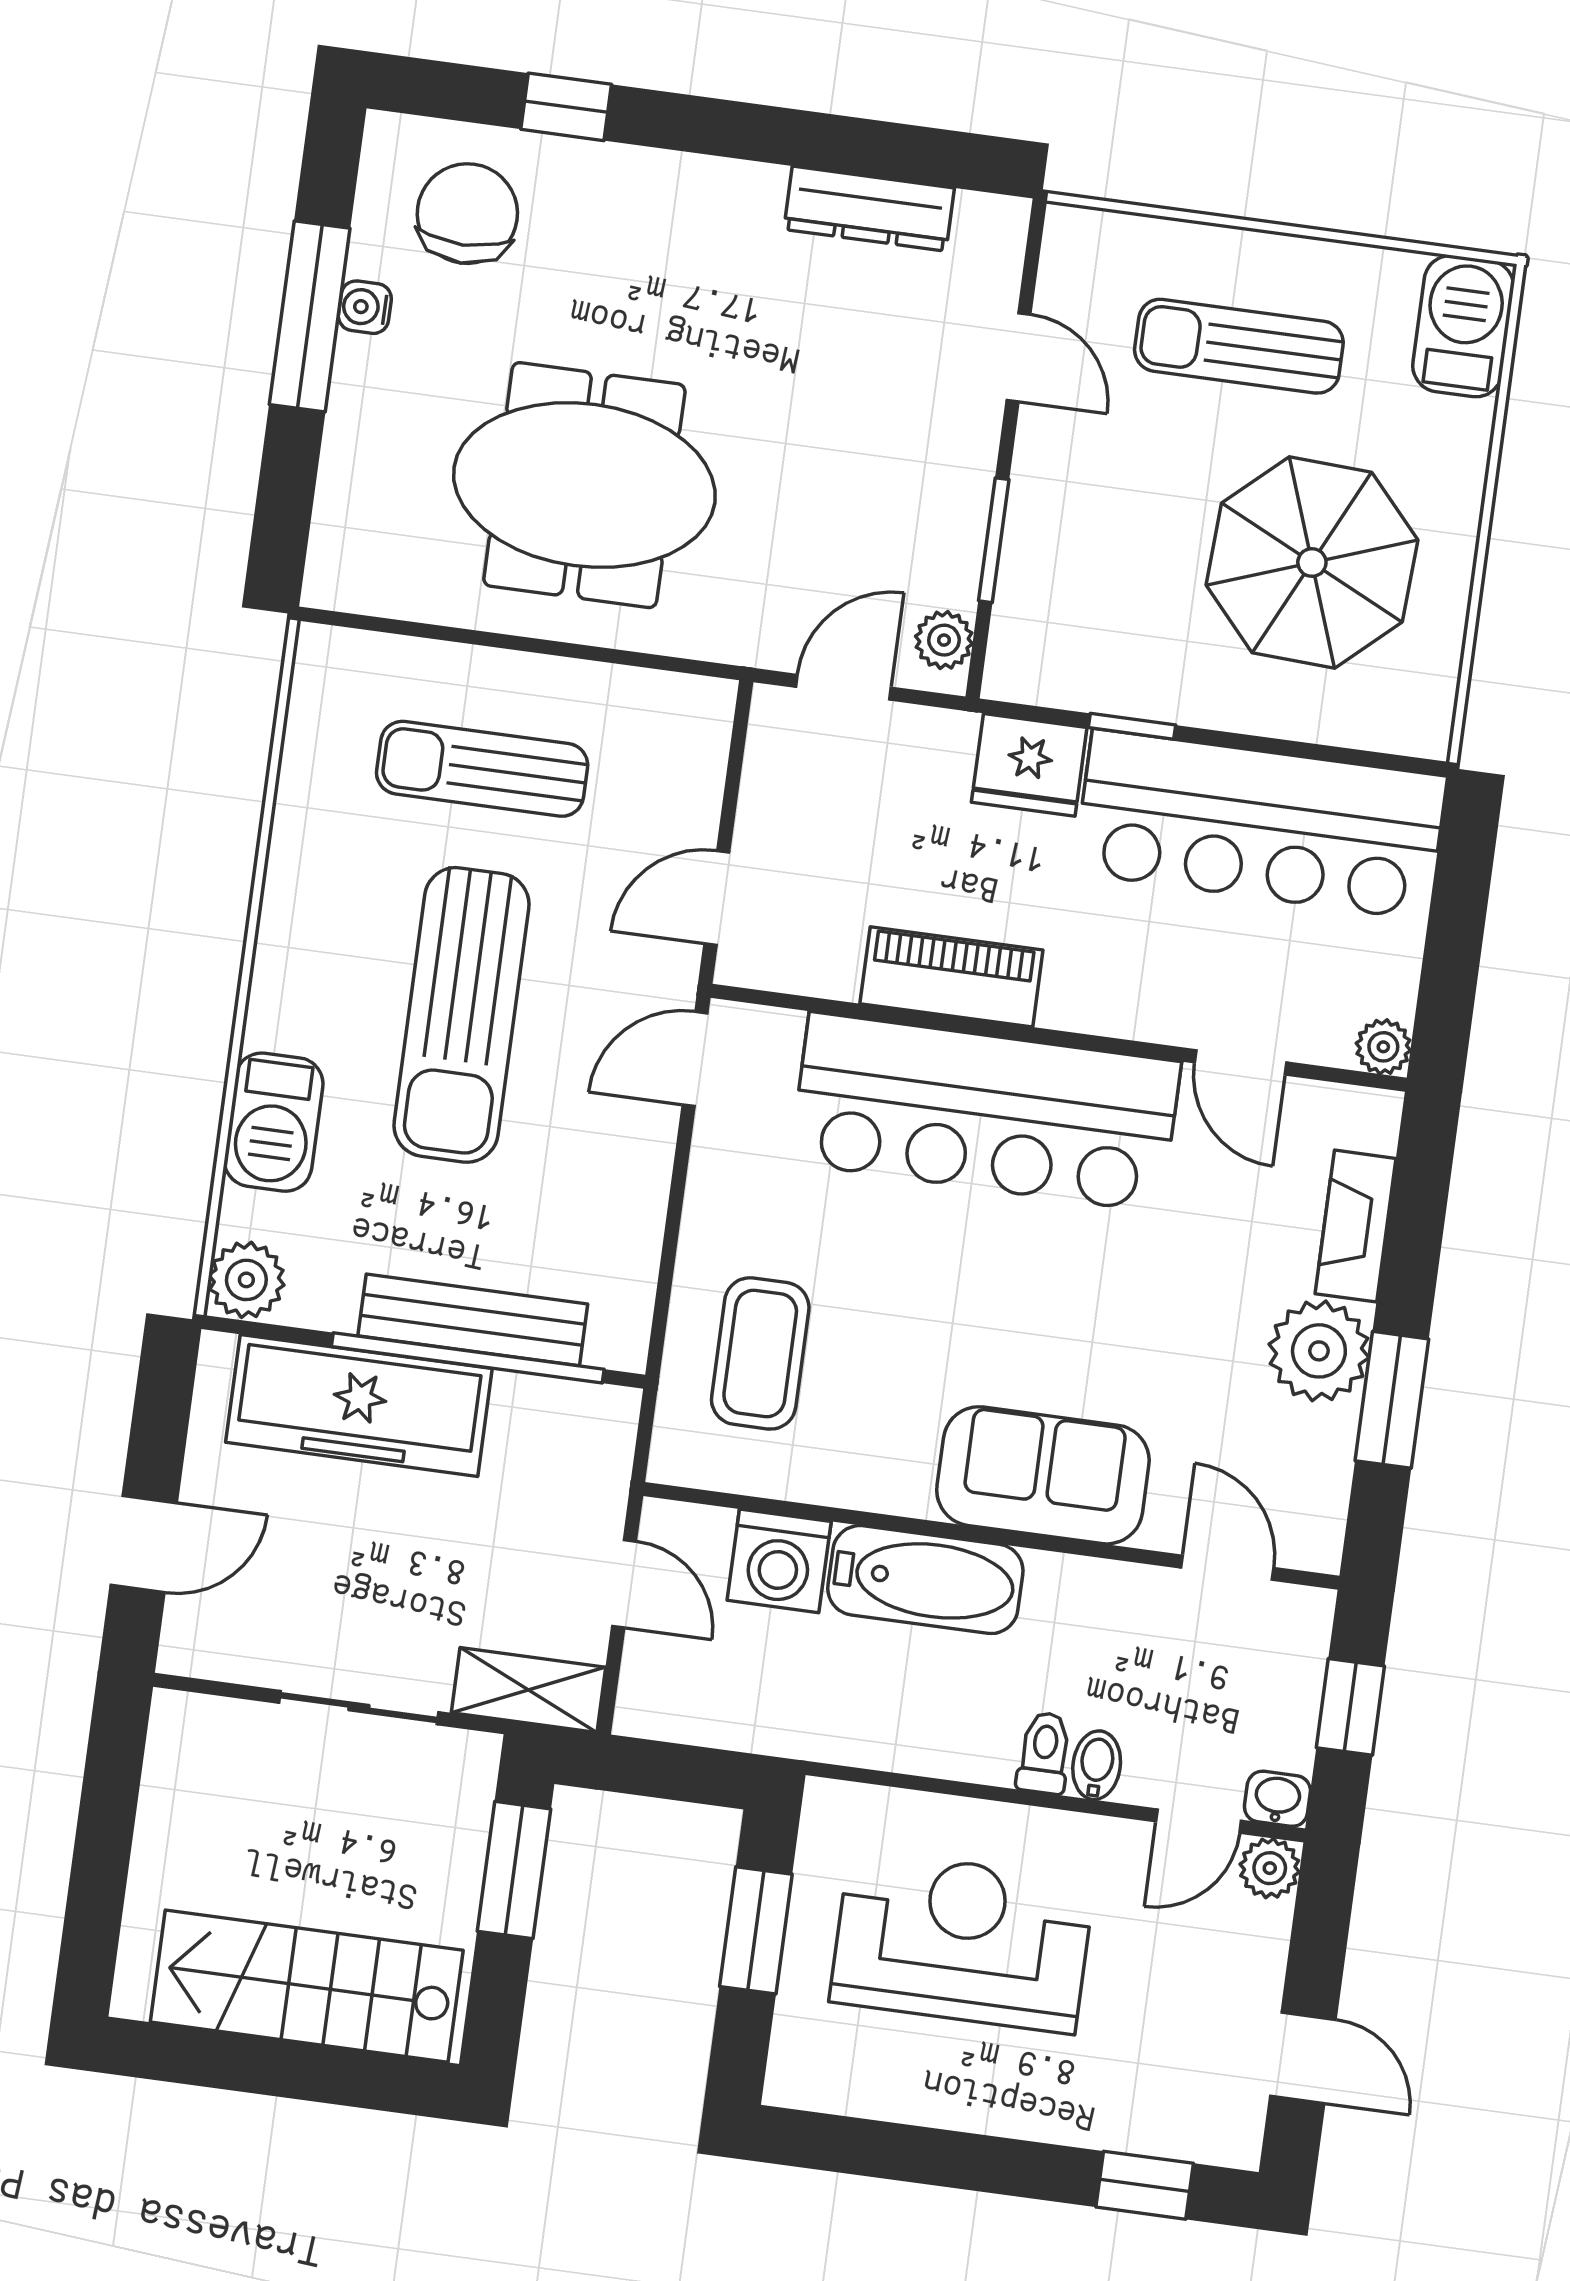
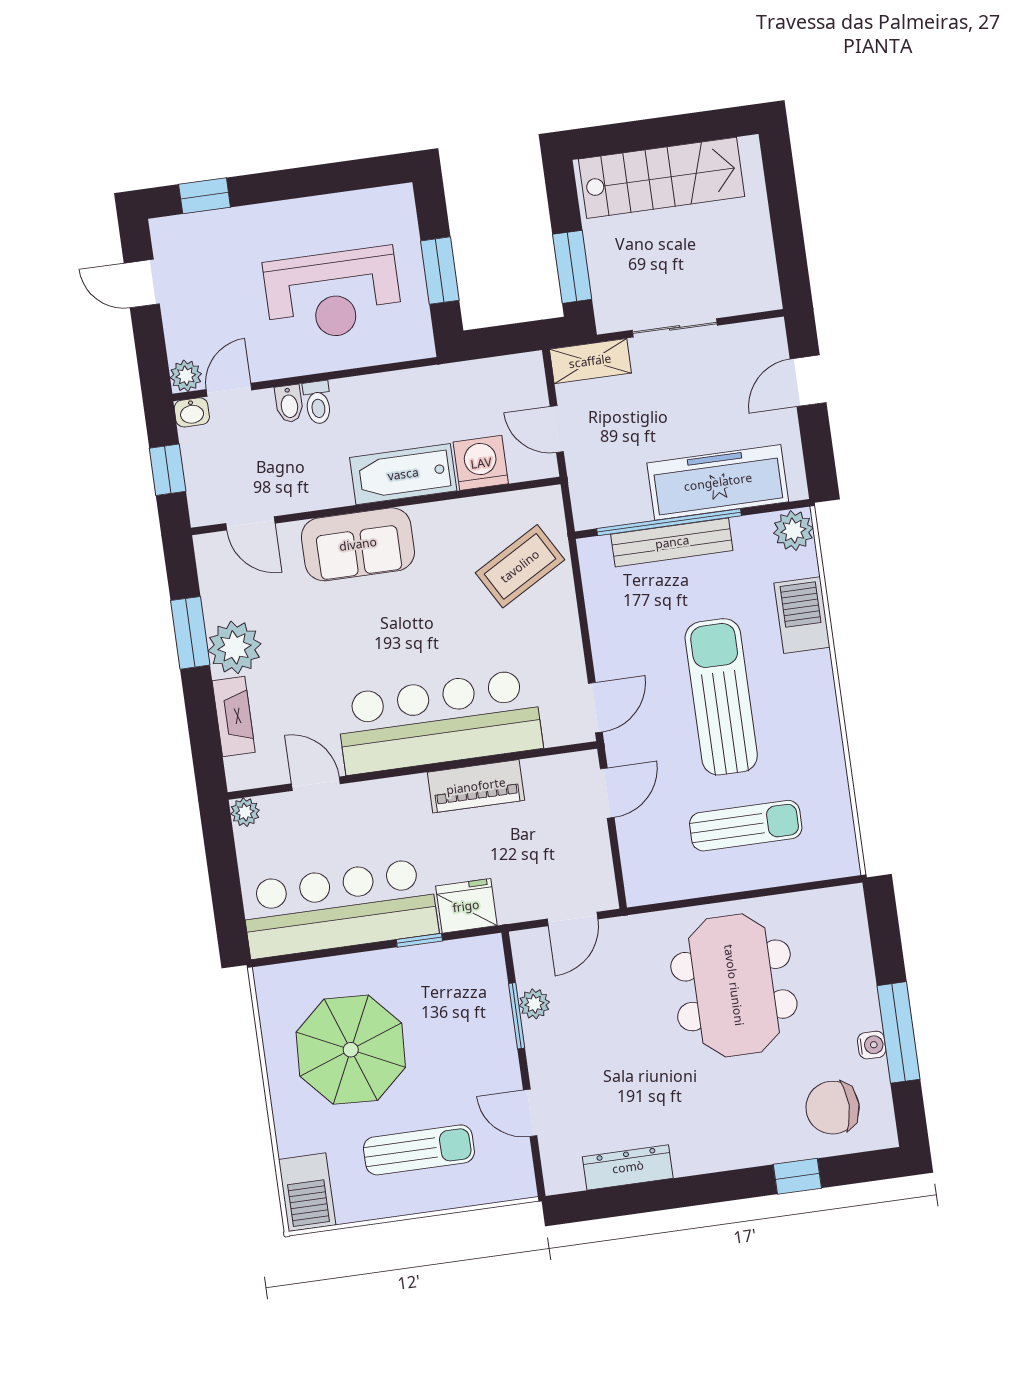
chair: (467, 214) -> (833, 1108), turned 90
meeting table: (584, 485) -> (734, 985), turned 90
plant: (944, 640) -> (534, 1004), moved
coffee table: (760, 1353) -> (520, 566), turned 60

